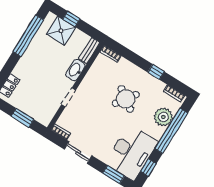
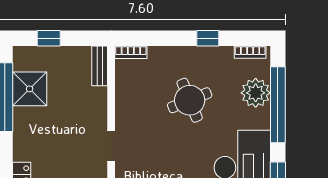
shower: (61, 31) -> (30, 89), moved
washbasin: (75, 70) -> (97, 104), removed
round table: (126, 99) -> (190, 100), turned 33

